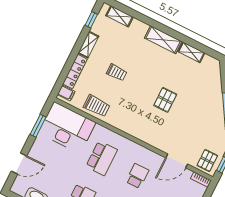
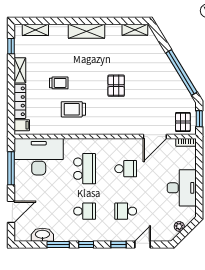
shelving: (191, 52) -> (135, 30), moved
trolley: (97, 106) -> (73, 109), moved, turned 180
window: (38, 126) -> (11, 168), width x1.44
school desk: (137, 176) -> (126, 169), turned 90

